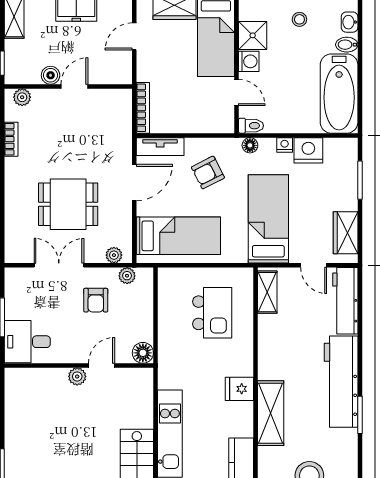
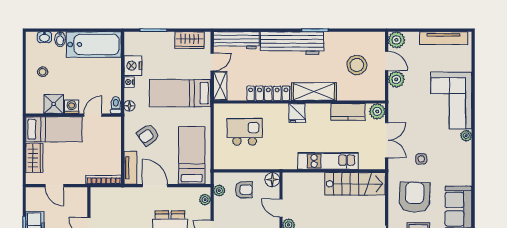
armchair: (208, 172) -> (148, 135), turned 82
shelving: (267, 292) -> (220, 86), moved, turned 90
armchair: (96, 300) -> (244, 190), moved
locker: (268, 347) -> (268, 93), added

